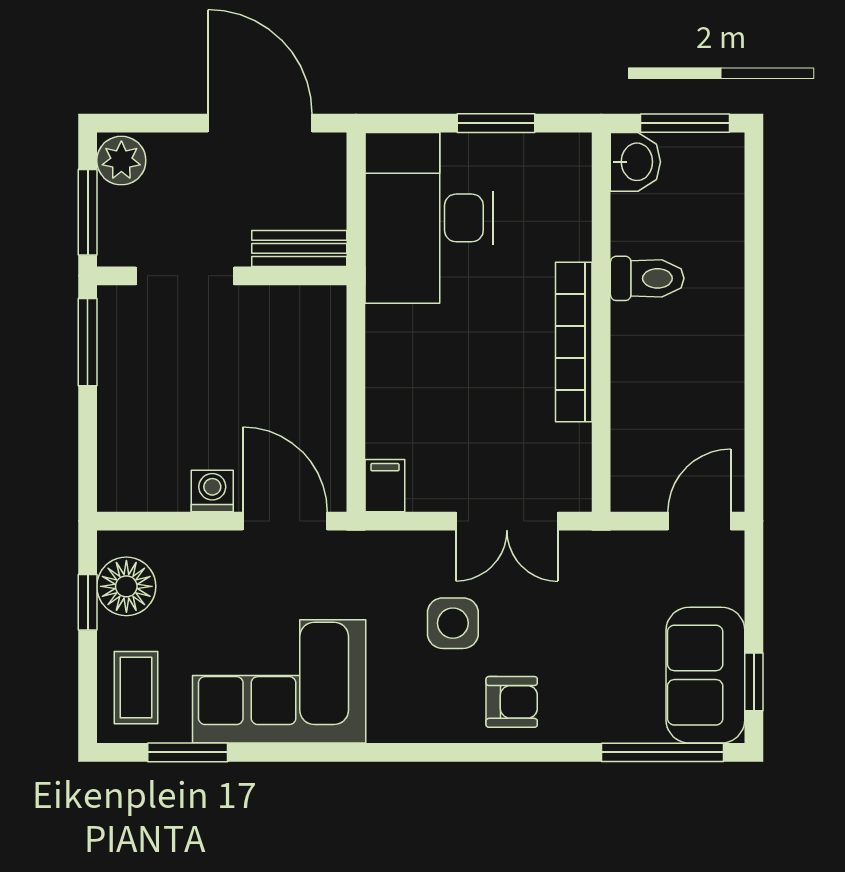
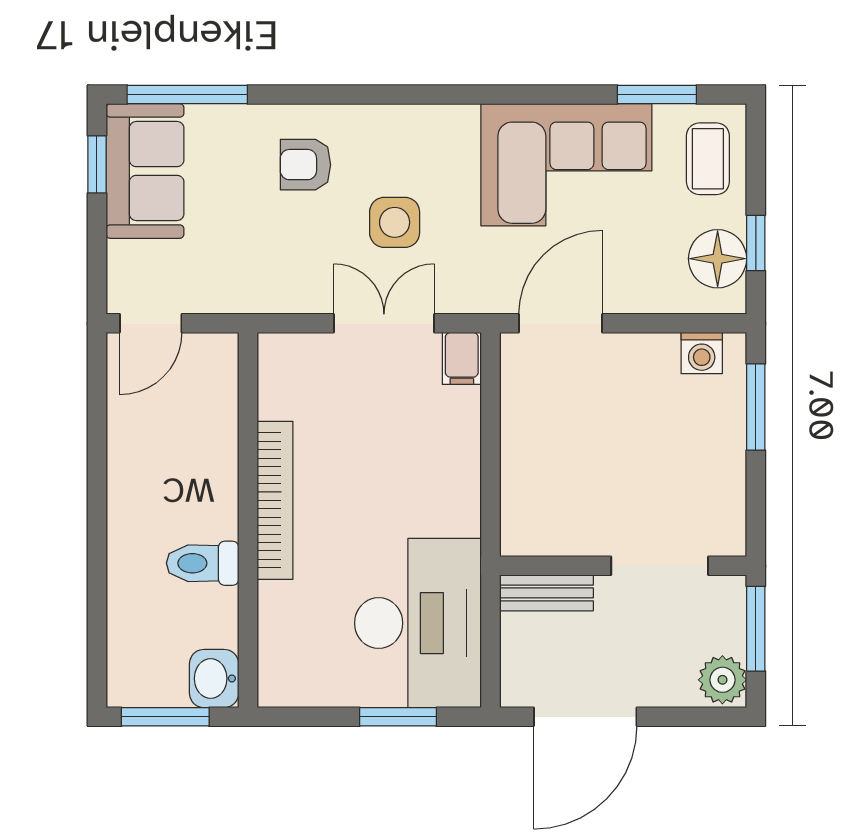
door: (260, 123) -> (585, 717), hinge flipped
window: (496, 123) -> (398, 717), moved
window: (88, 342) -> (756, 407), moved
washing machine: (212, 491) -> (702, 353), moved
door: (285, 521) -> (561, 323), swing flipped
double door: (507, 521) -> (384, 323), moved
armchair: (512, 702) -> (305, 165), moved

